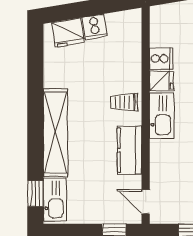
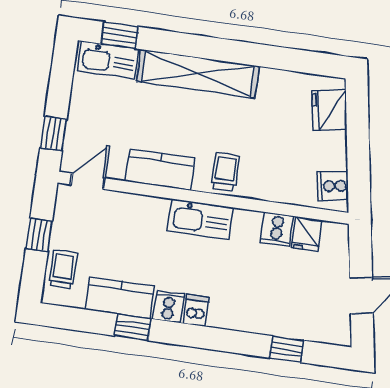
cooker: (94, 27) -> (333, 186), moved
fridge: (161, 81) -> (307, 234), moved

